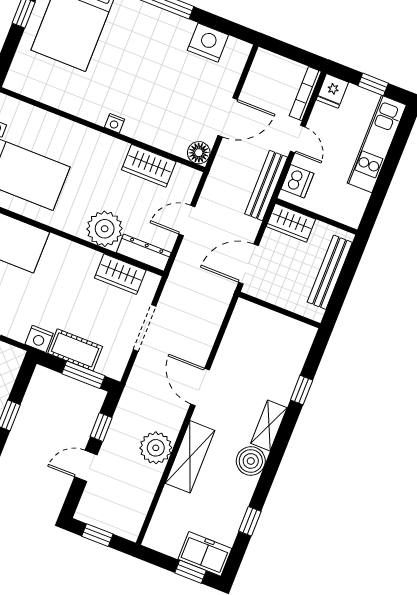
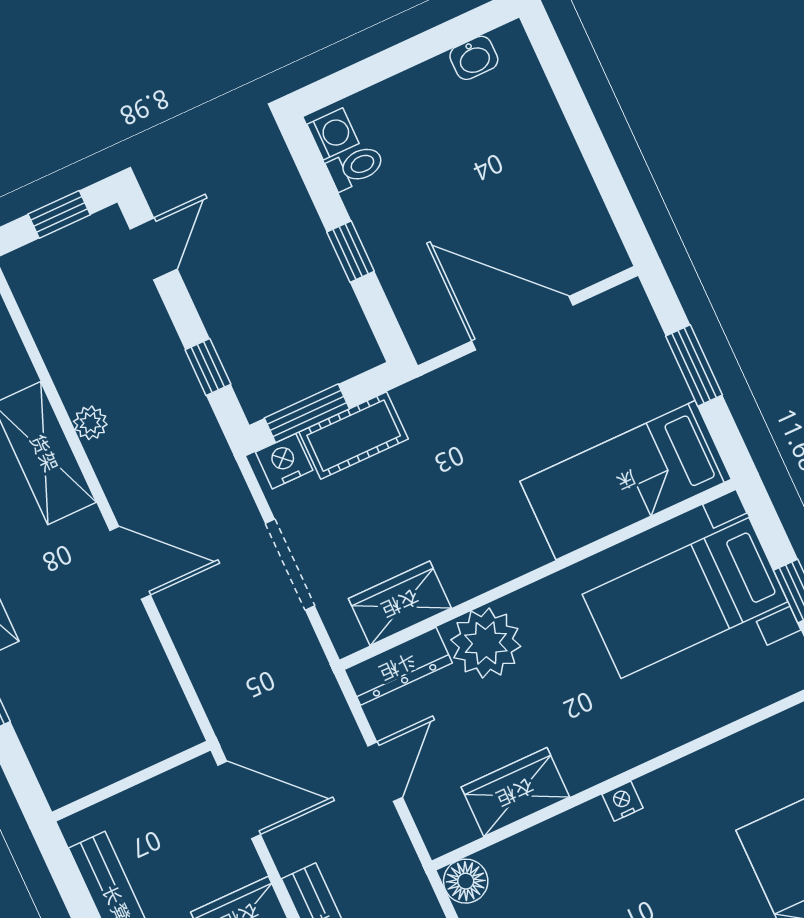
door: (248, 264) -> (239, 800), hinge flipped
nightstand: (39, 339) -> (284, 461), moved
plant: (156, 448) -> (90, 423), width x0.53, depth x0.53
door: (86, 466) -> (154, 249), moved

